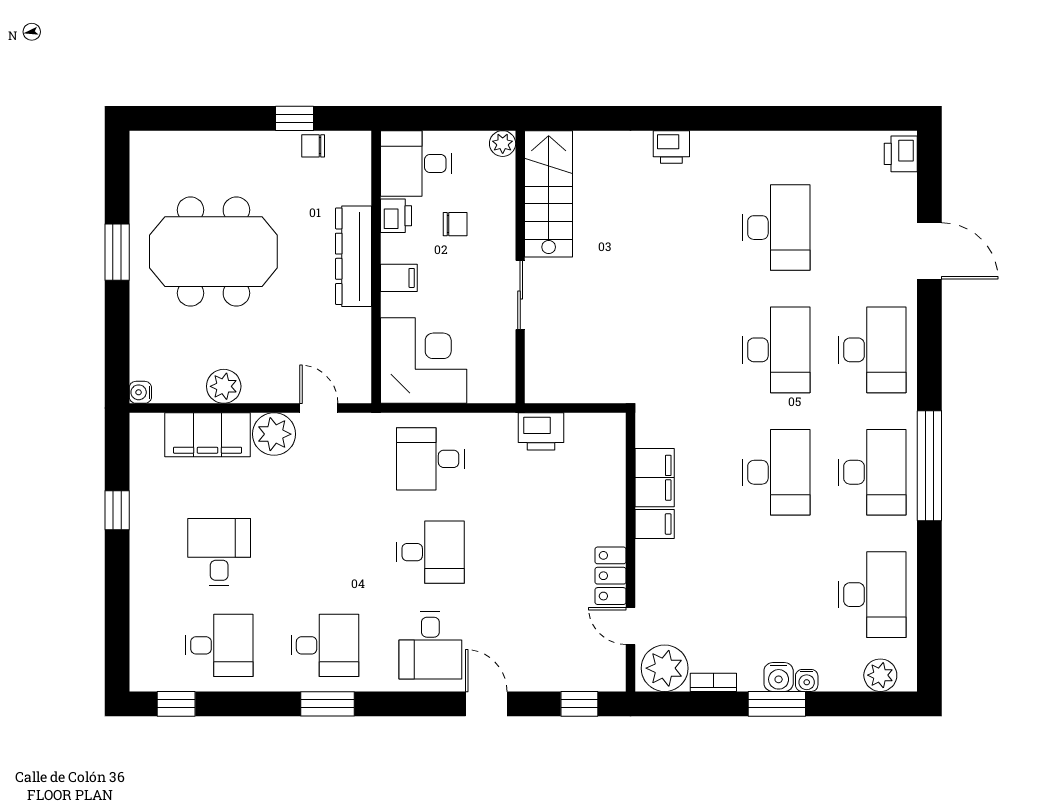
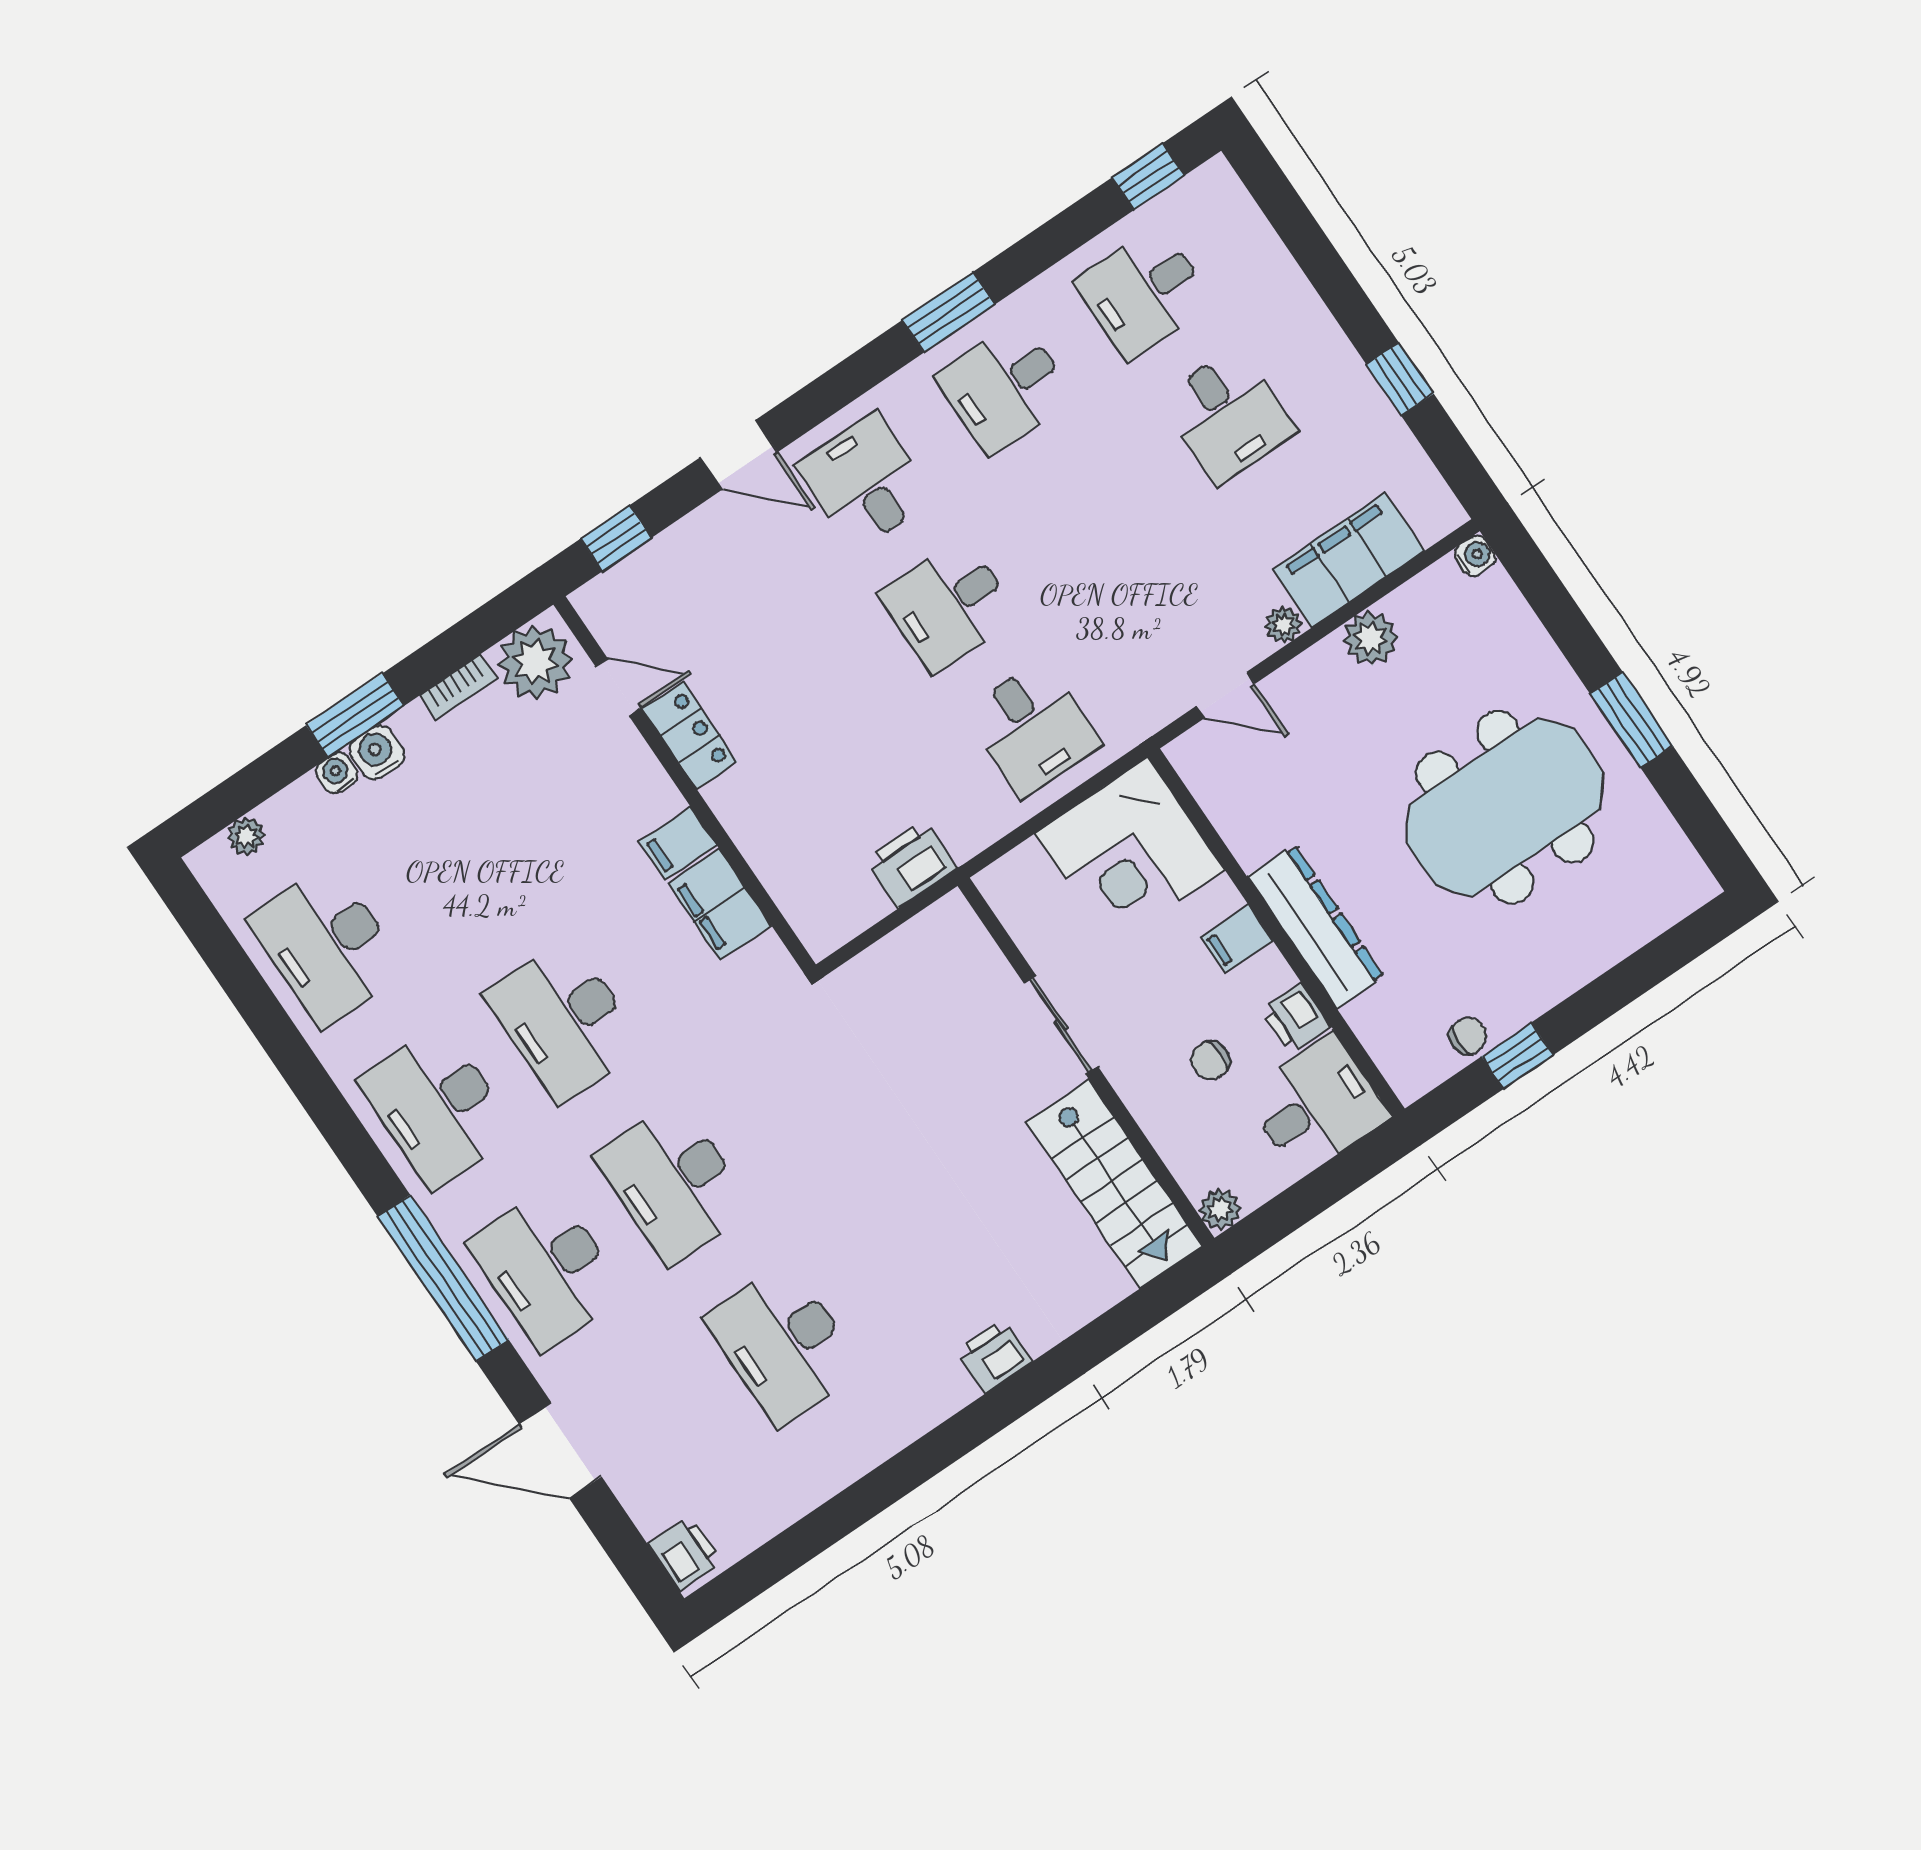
plant: (274, 434) -> (1283, 625), width x0.53, depth x0.53
desk: (430, 459) -> (1032, 728), turned 90
window: (929, 466) -> (443, 1278), moved
plant: (880, 675) -> (246, 836), width x0.73, depth x0.73

